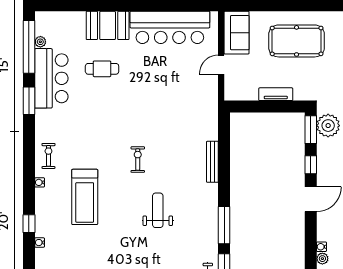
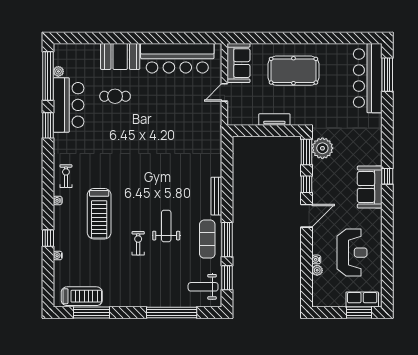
exercise bike: (138, 160) -> (138, 243), moved
bench: (212, 162) -> (216, 196), moved
exercise mat: (203, 225) -> (207, 239), added

